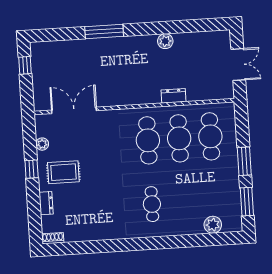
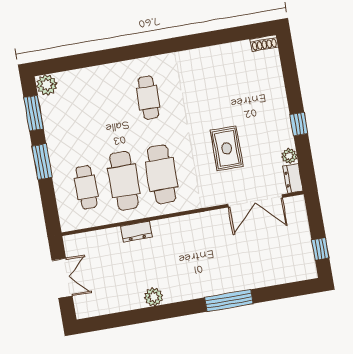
double door: (238, 65) -> (62, 278), swing flipped
cafe table: (210, 136) -> (86, 187), width x0.73, depth x0.74
rug: (63, 172) -> (227, 148), moved, turned 90
dresser: (46, 203) -> (293, 179), moved
plant: (213, 225) -> (47, 85), moved

